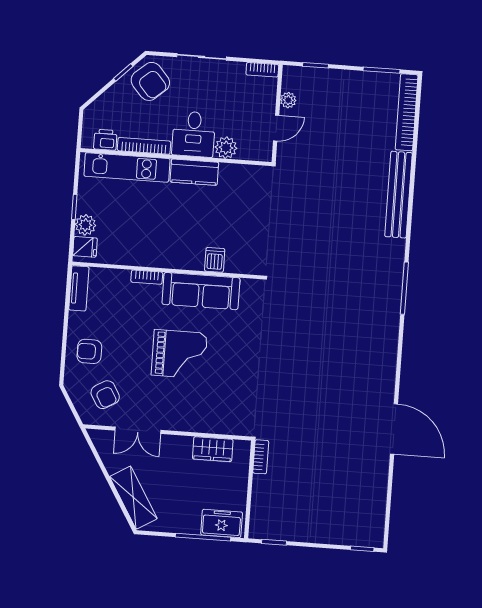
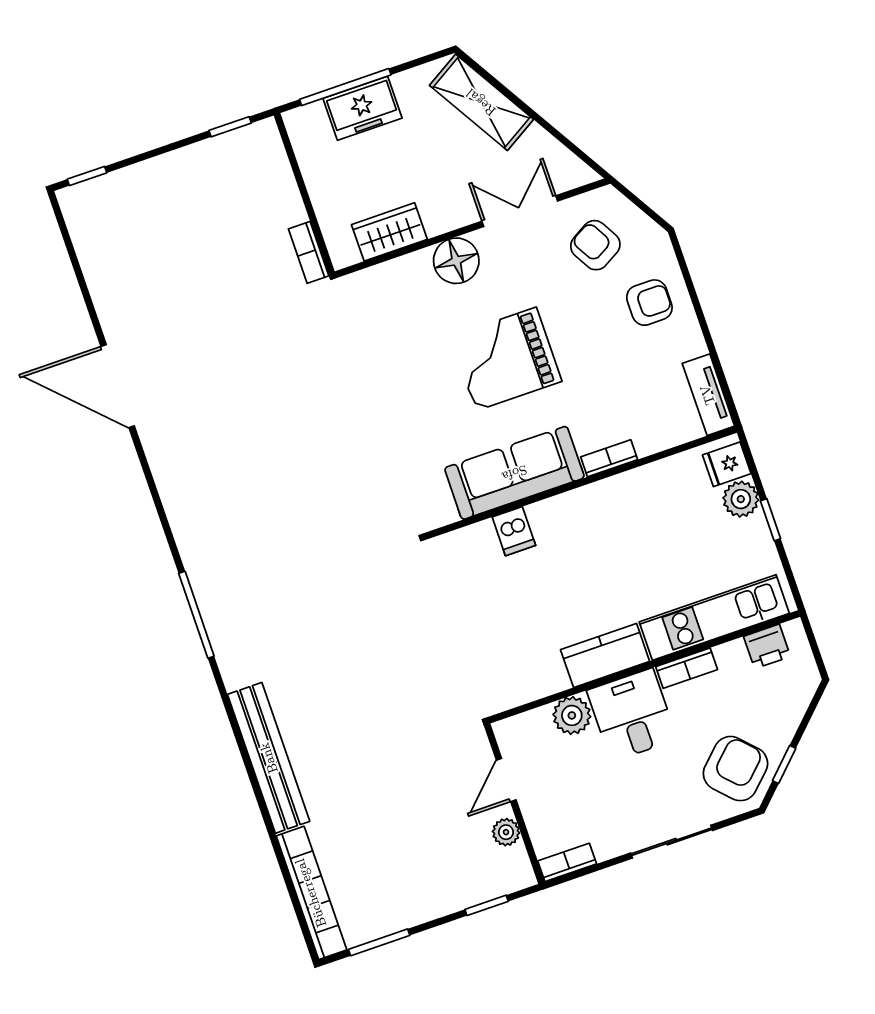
armchair: (150, 81) -> (735, 769), turned 87
bookcase: (144, 146) -> (687, 668), width x0.64
floor lamp: (183, 418) -> (456, 261), added
freezer: (222, 523) -> (363, 108), moved

